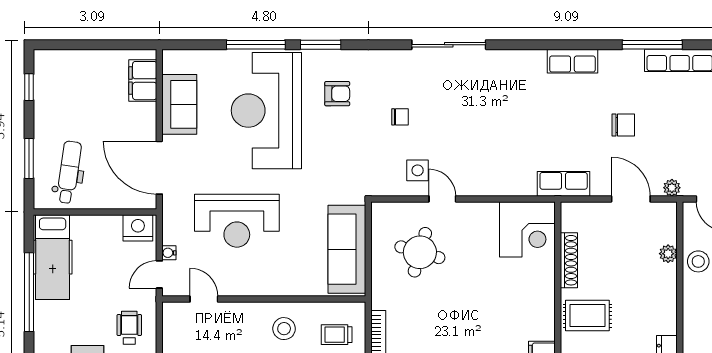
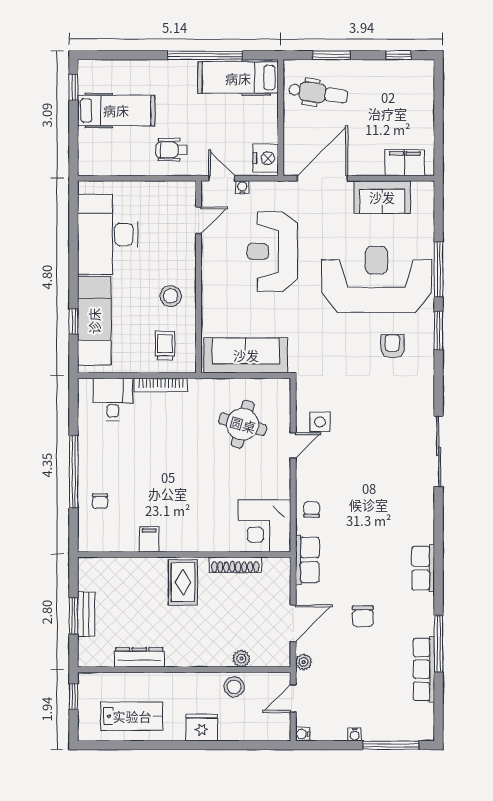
armchair: (337, 94) -> (392, 346), turned 180
chair: (400, 117) -> (312, 510), moved, turned 180
wheelchair: (129, 328) -> (172, 150), turned 180

